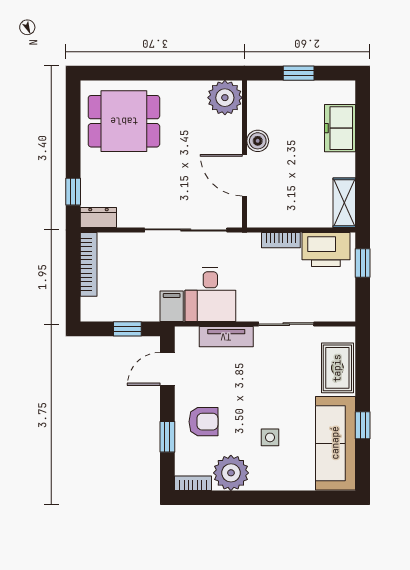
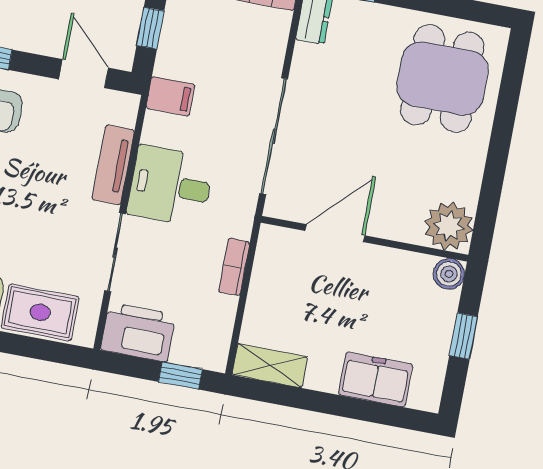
boiler: (258, 141) -> (449, 274), moved
printer: (326, 250) -> (138, 332), moved, turned 90
desk: (210, 294) -> (171, 186), moved

